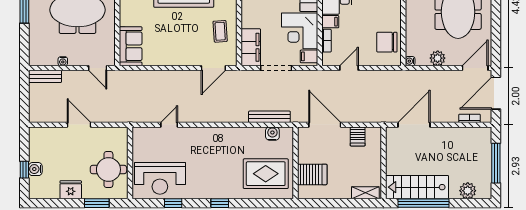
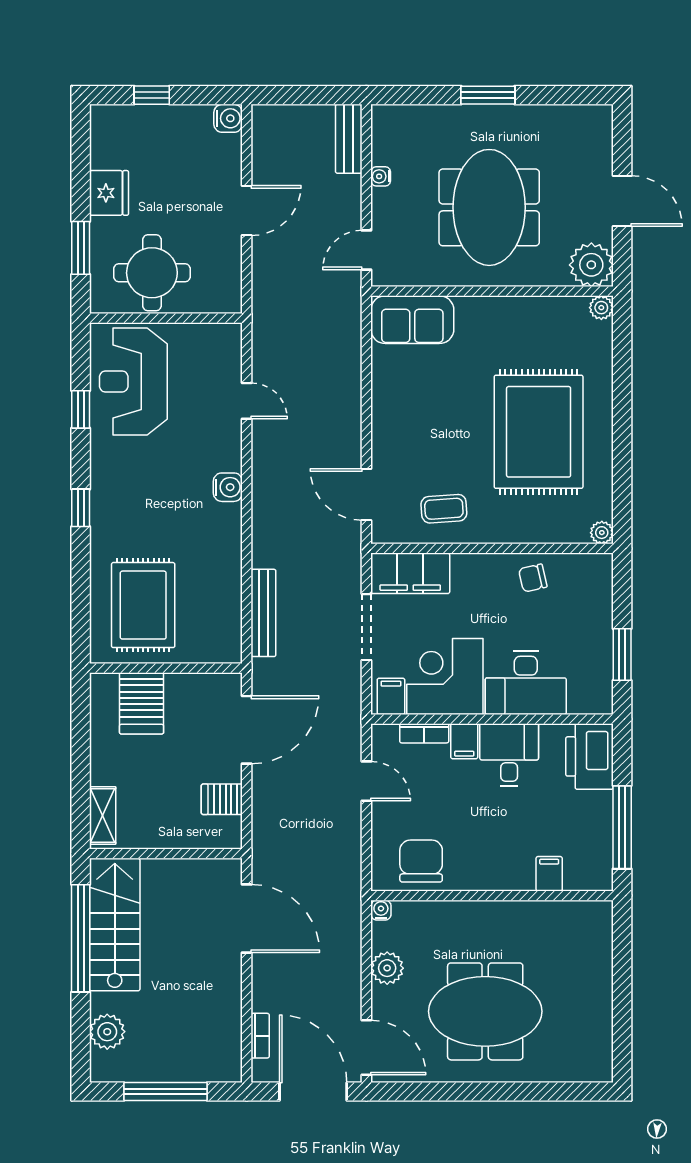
water cooler: (272, 134) -> (228, 487), moved
water cooler: (35, 169) -> (228, 118), moved, turned 90

